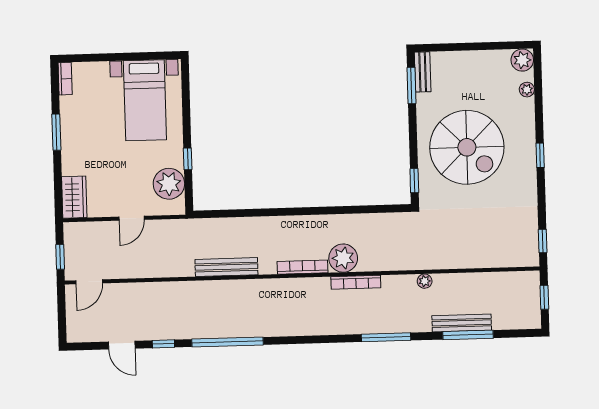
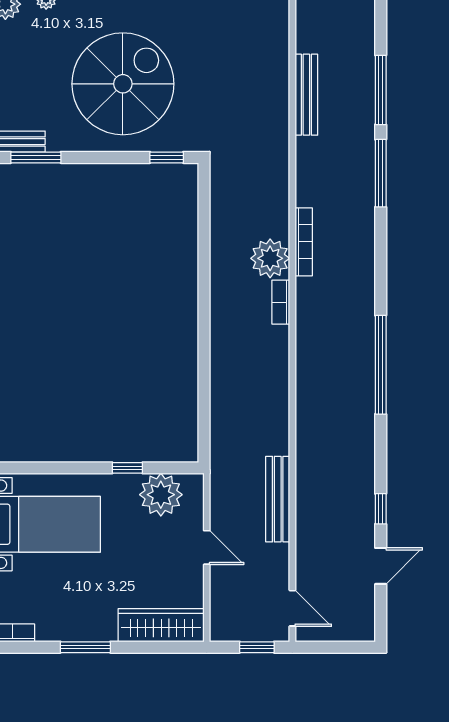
wardrobe: (74, 197) -> (161, 625), width x1.50
bench: (226, 267) -> (278, 499), moved
bookcase: (302, 267) -> (281, 302), width x0.64
plant: (425, 281) -> (305, 147), removed
bench: (462, 323) -> (306, 95), moved
window: (386, 337) -> (381, 173), moved
window: (227, 342) -> (381, 365), moved

